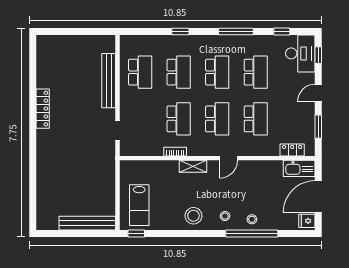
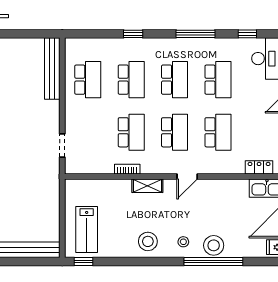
bench: (109, 81) -> (52, 68), moved
stool: (252, 219) -> (214, 245), width x1.89, depth x1.89

